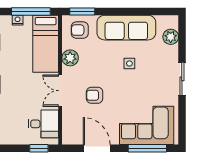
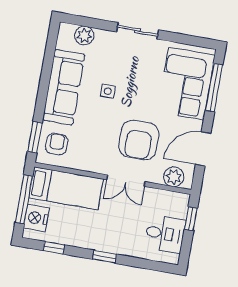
nightstand: (18, 20) -> (36, 218), width x1.89, depth x1.79
armchair: (80, 30) -> (57, 144), turned 180
plant: (70, 58) -> (174, 177), moved
armchair: (95, 95) -> (139, 140), width x1.88, depth x1.88
desk: (43, 124) -> (165, 234), moved, turned 90

